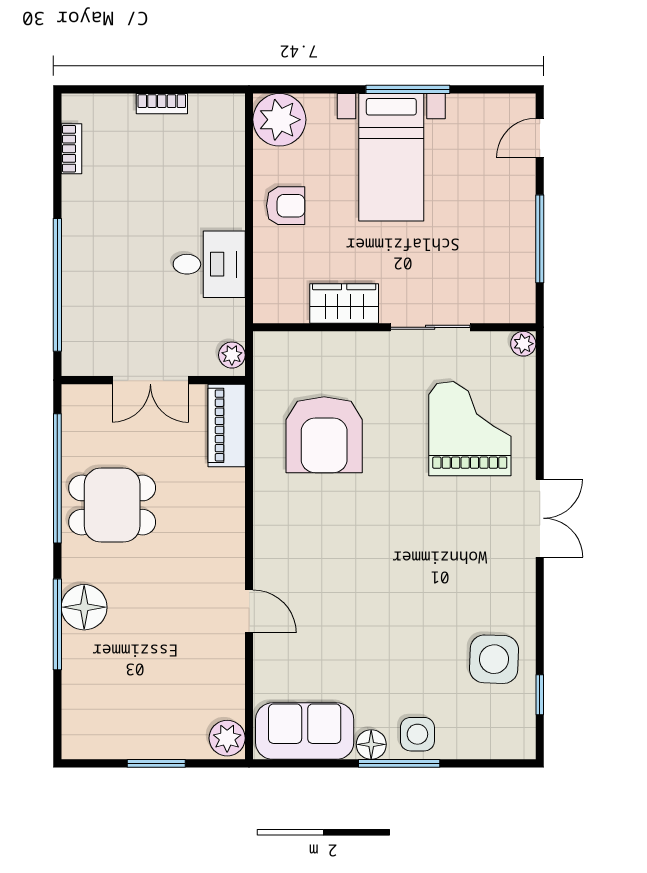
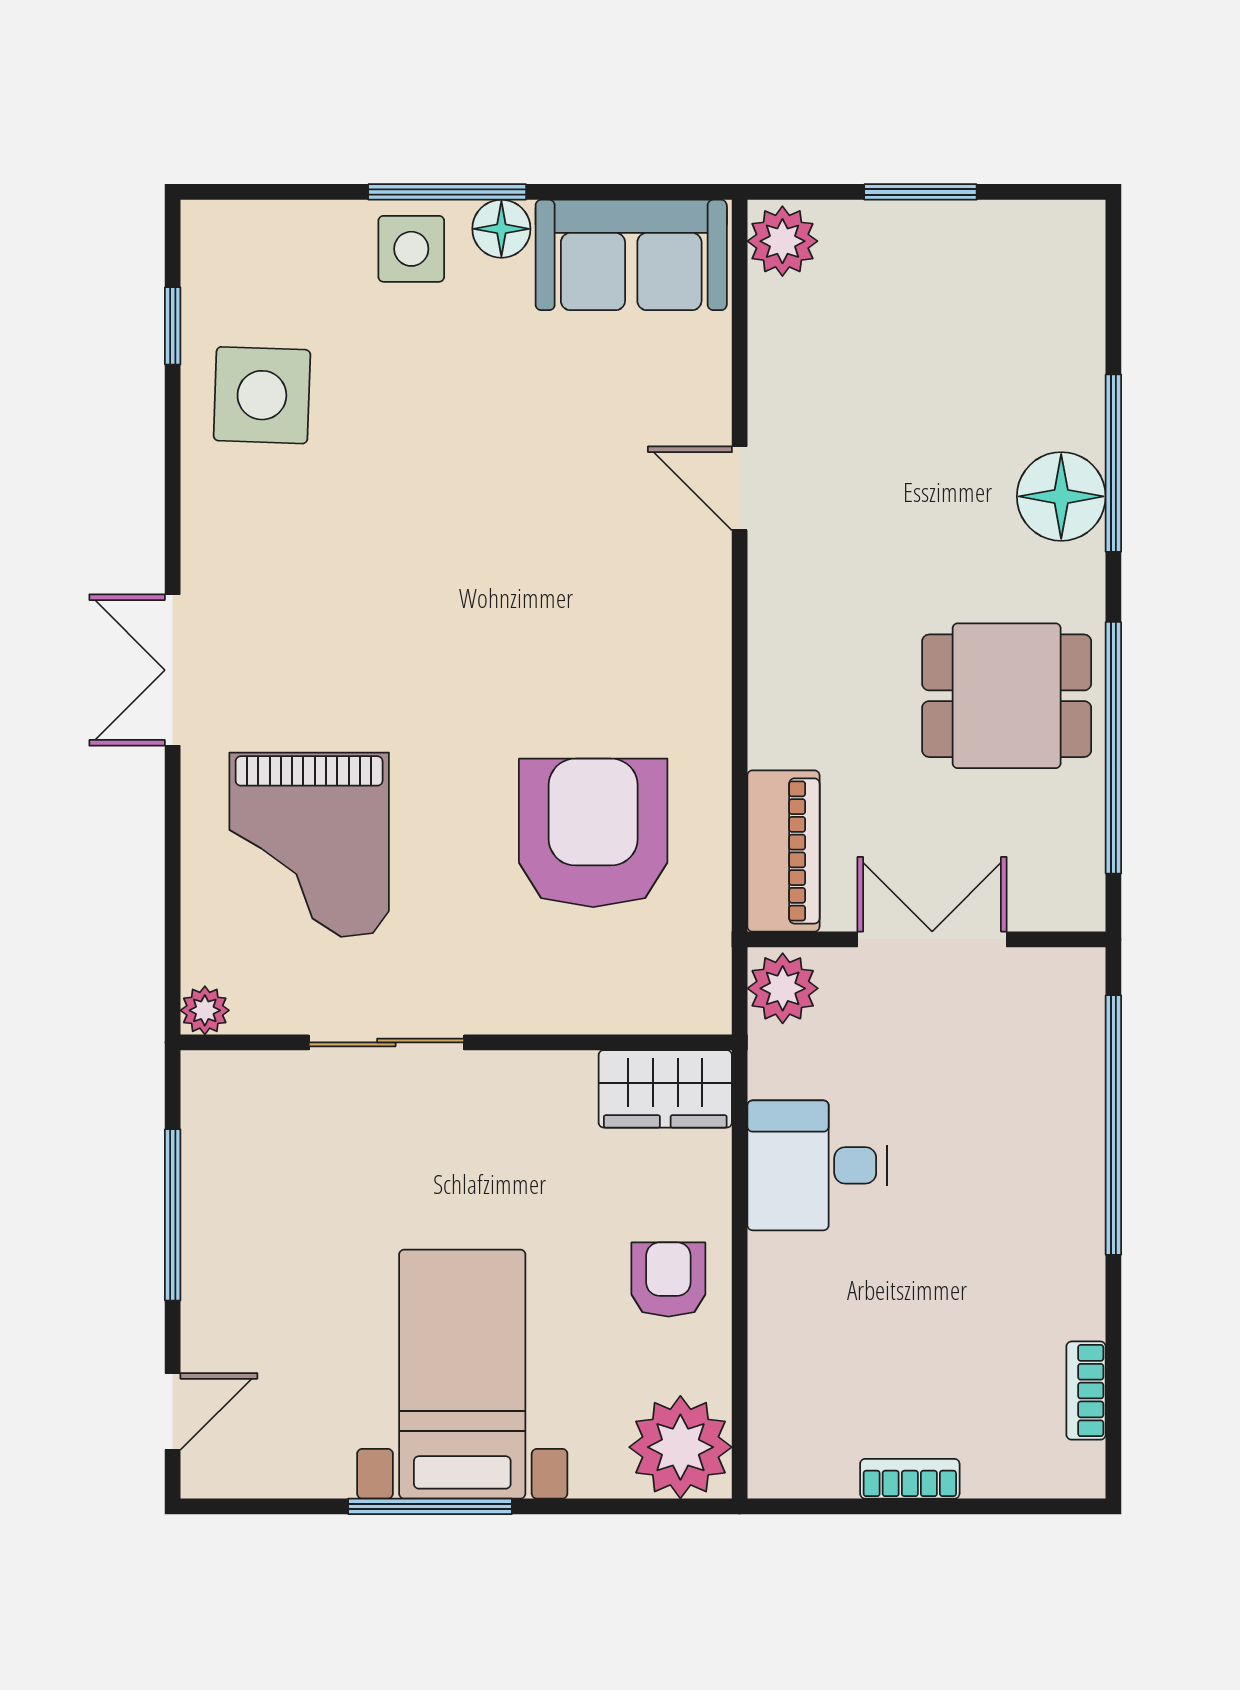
armchair: (286, 206) -> (668, 1279), turned 90
wardrobe: (344, 303) -> (665, 1089), moved
plant: (232, 355) -> (783, 988), width x1.38, depth x1.38

